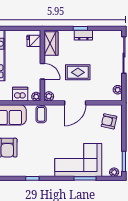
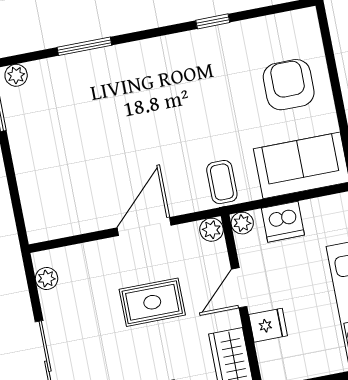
fridge: (34, 41) -> (268, 325), moved
door: (42, 71) -> (239, 288), hinge flipped
armchair: (109, 121) -> (53, 197), removed
corner sofa: (78, 160) -> (110, 88), removed

